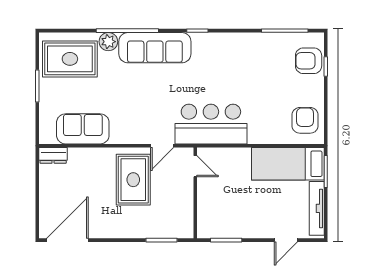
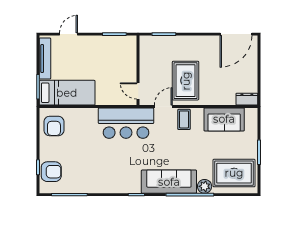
coffee table: (135, 129) -> (184, 119), added

